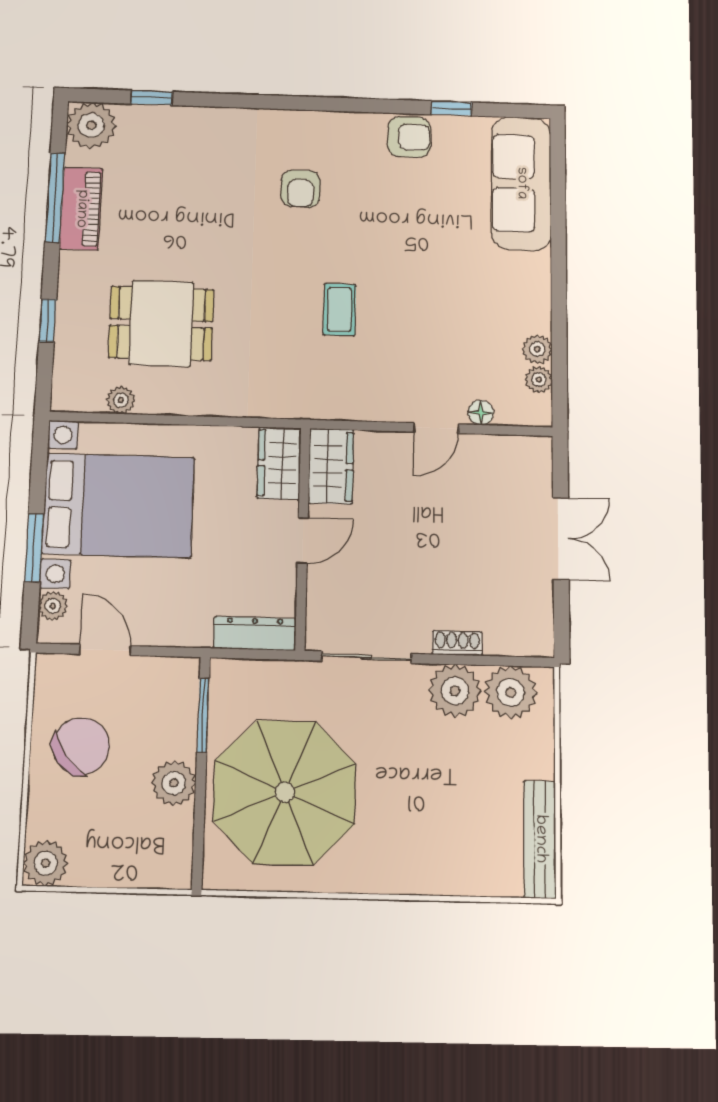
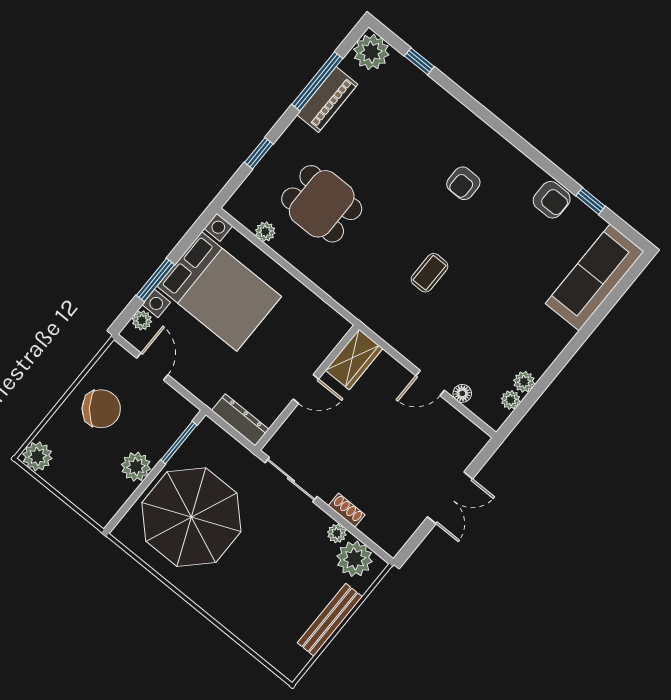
wardrobe: (279, 463) -> (326, 335), removed
plant: (455, 691) -> (337, 533), width x0.53, depth x0.53
bench: (540, 839) -> (330, 620), moved

